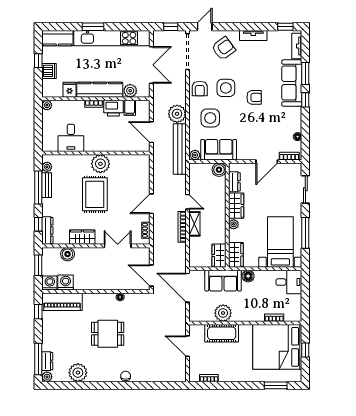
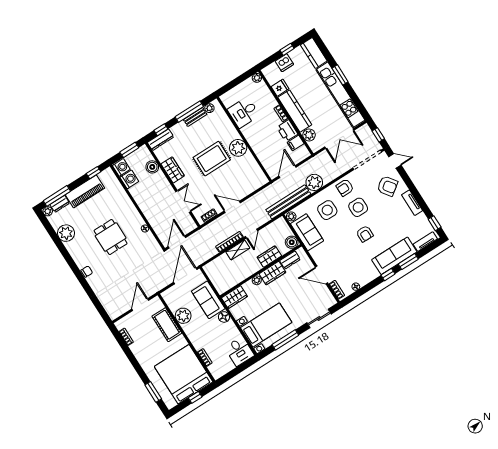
wardrobe: (219, 256) -> (269, 257), moved
piano: (62, 302) -> (85, 191), moved, turned -90

